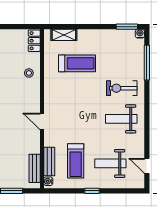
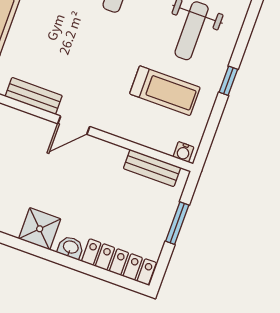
bench: (49, 162) -> (34, 96), moved

